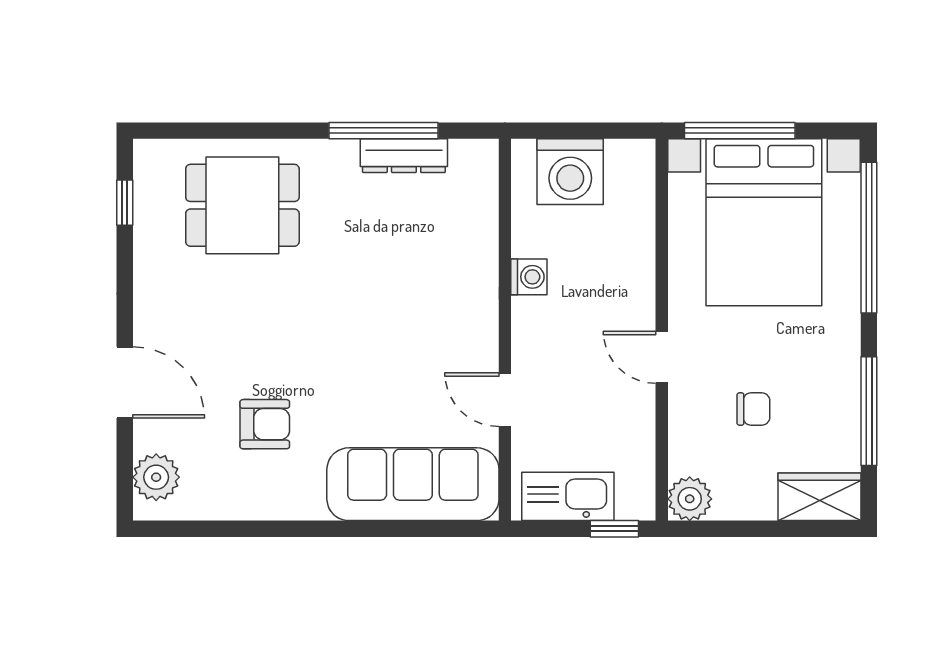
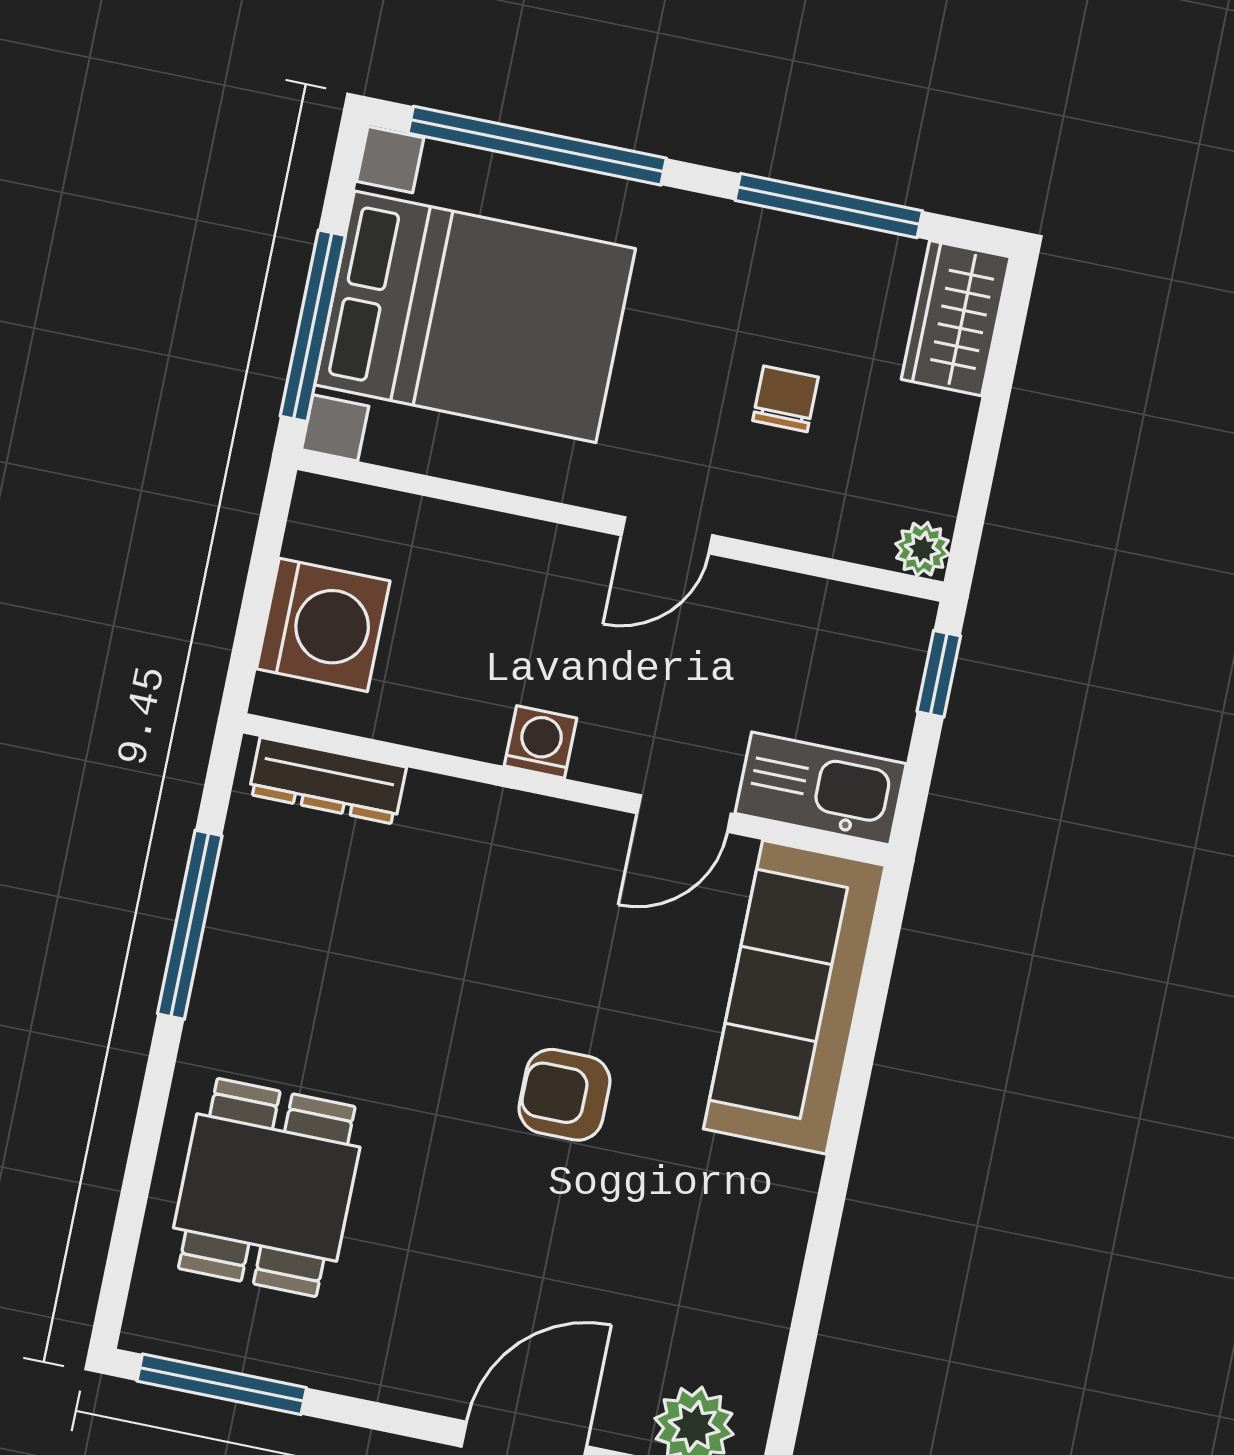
dresser: (404, 156) -> (328, 781), moved, turned 90
window: (125, 203) -> (222, 1384), width x2.17
washing machine: (529, 277) -> (541, 742), moved
armchair: (265, 424) -> (564, 1095), moved, turned -90
kitchen sink: (568, 496) -> (821, 788), moved, turned 90
plant: (690, 499) -> (922, 549), width x0.73, depth x0.73

